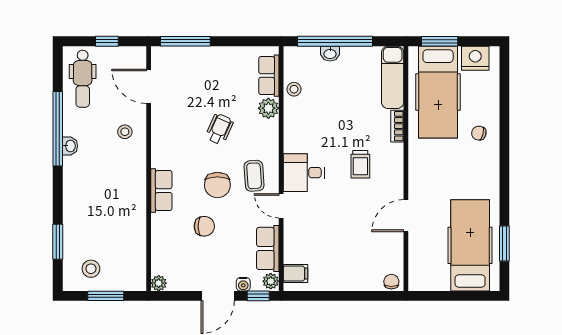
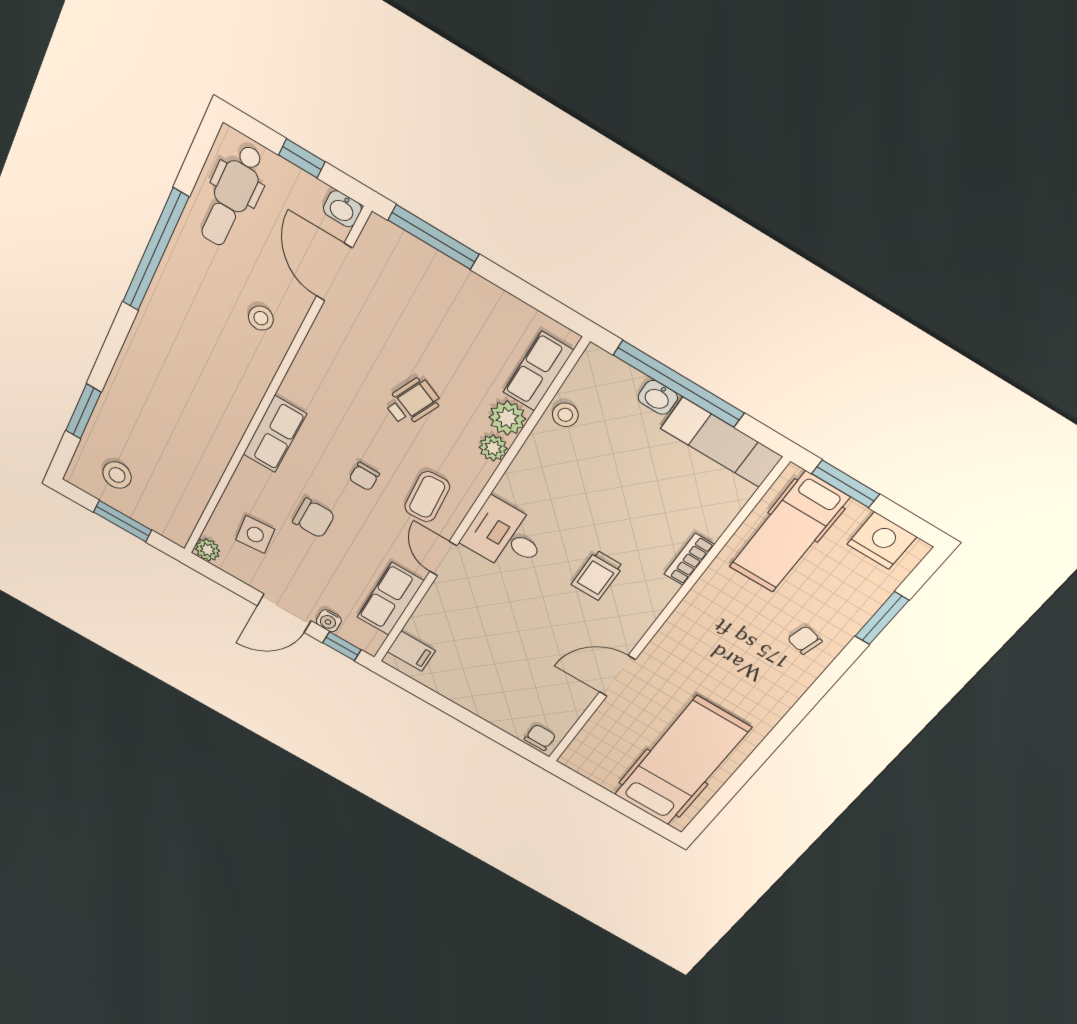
exam couch: (393, 77) -> (722, 443), moved, turned -90
hospital bed: (438, 92) -> (789, 532), width x0.73, depth x0.78
washbasin: (70, 146) -> (342, 209), moved, turned 90
chair: (217, 185) -> (364, 476), width x0.54, depth x0.54
window: (504, 244) -> (882, 618), moved
side table: (179, 257) -> (255, 535), added
plant: (271, 281) -> (493, 448), moved

